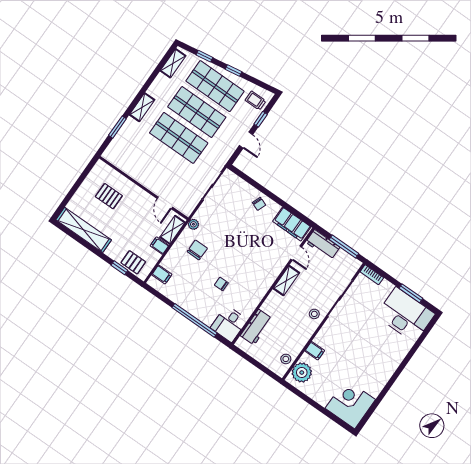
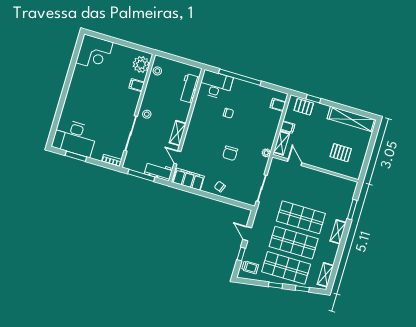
chair: (197, 250) -> (230, 153), moved
desk: (229, 324) -> (216, 85), width x1.37

